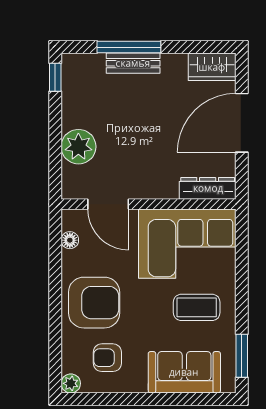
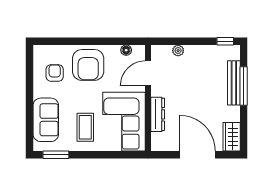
bench: (133, 63) -> (234, 83), width x1.36
plant: (78, 147) -> (178, 51), width x0.53, depth x0.53
dresser: (208, 188) -> (158, 114), moved
plant: (71, 383) -> (39, 51), removed

